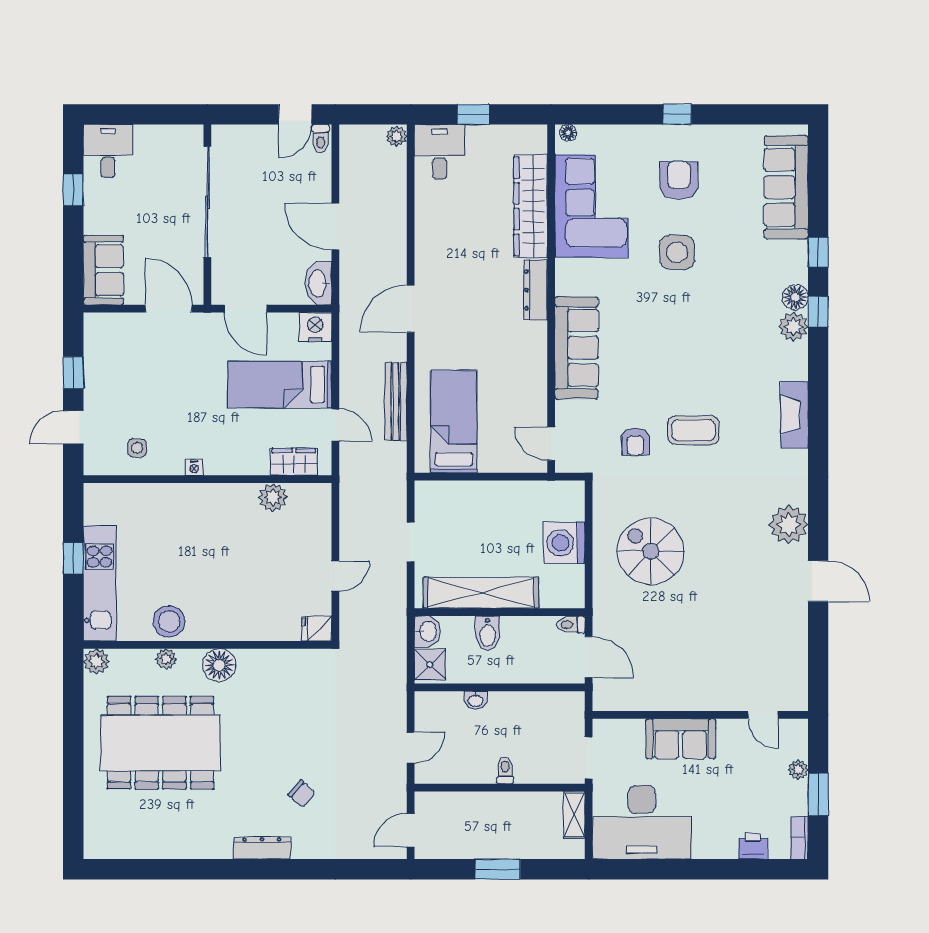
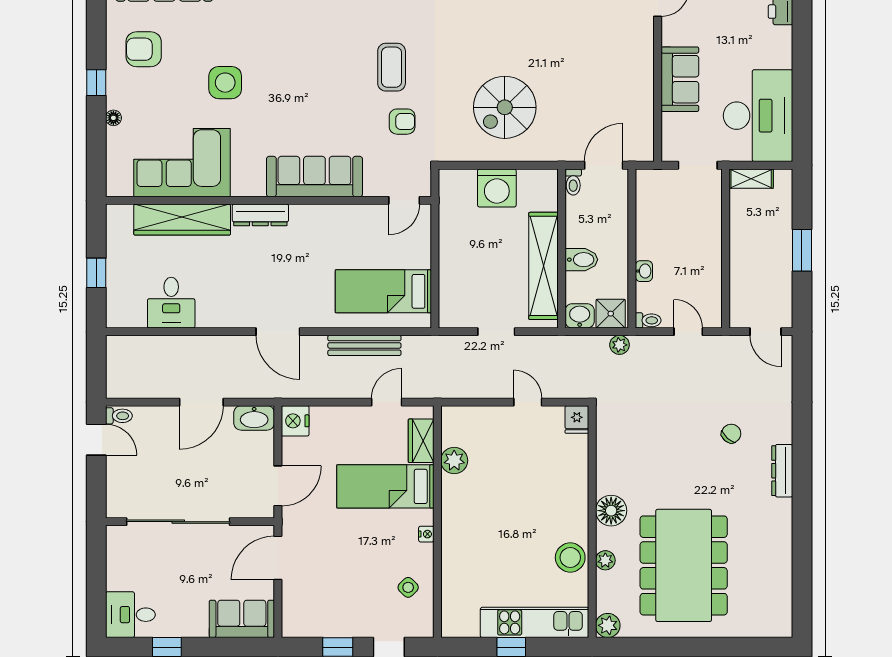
floor lamp: (568, 133) -> (113, 118), moved
plant: (397, 136) -> (619, 345), moved
desk: (440, 152) -> (171, 303), moved, turned -90
armchair: (679, 180) -> (144, 49), moved
bed: (280, 385) -> (385, 486), moved, turned 90
side table: (137, 448) -> (408, 587), turned 45
toilet: (505, 770) -> (648, 320), moved, turned 180

